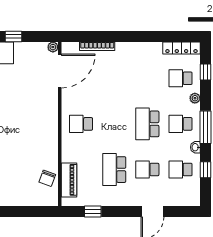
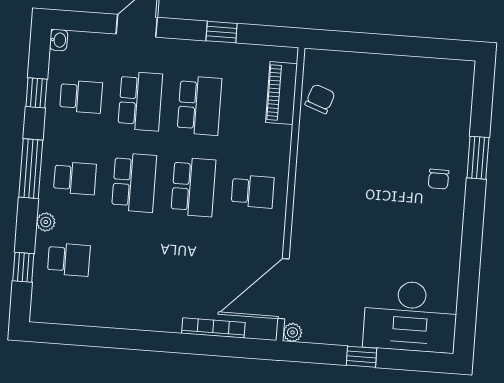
locker: (181, 48) -> (63, 314), removed
school desk: (114, 124) -> (193, 187), added
washbasin: (195, 147) -> (59, 40), moved
school desk: (147, 170) -> (140, 101), width x1.85
window: (93, 211) -> (222, 32), moved

